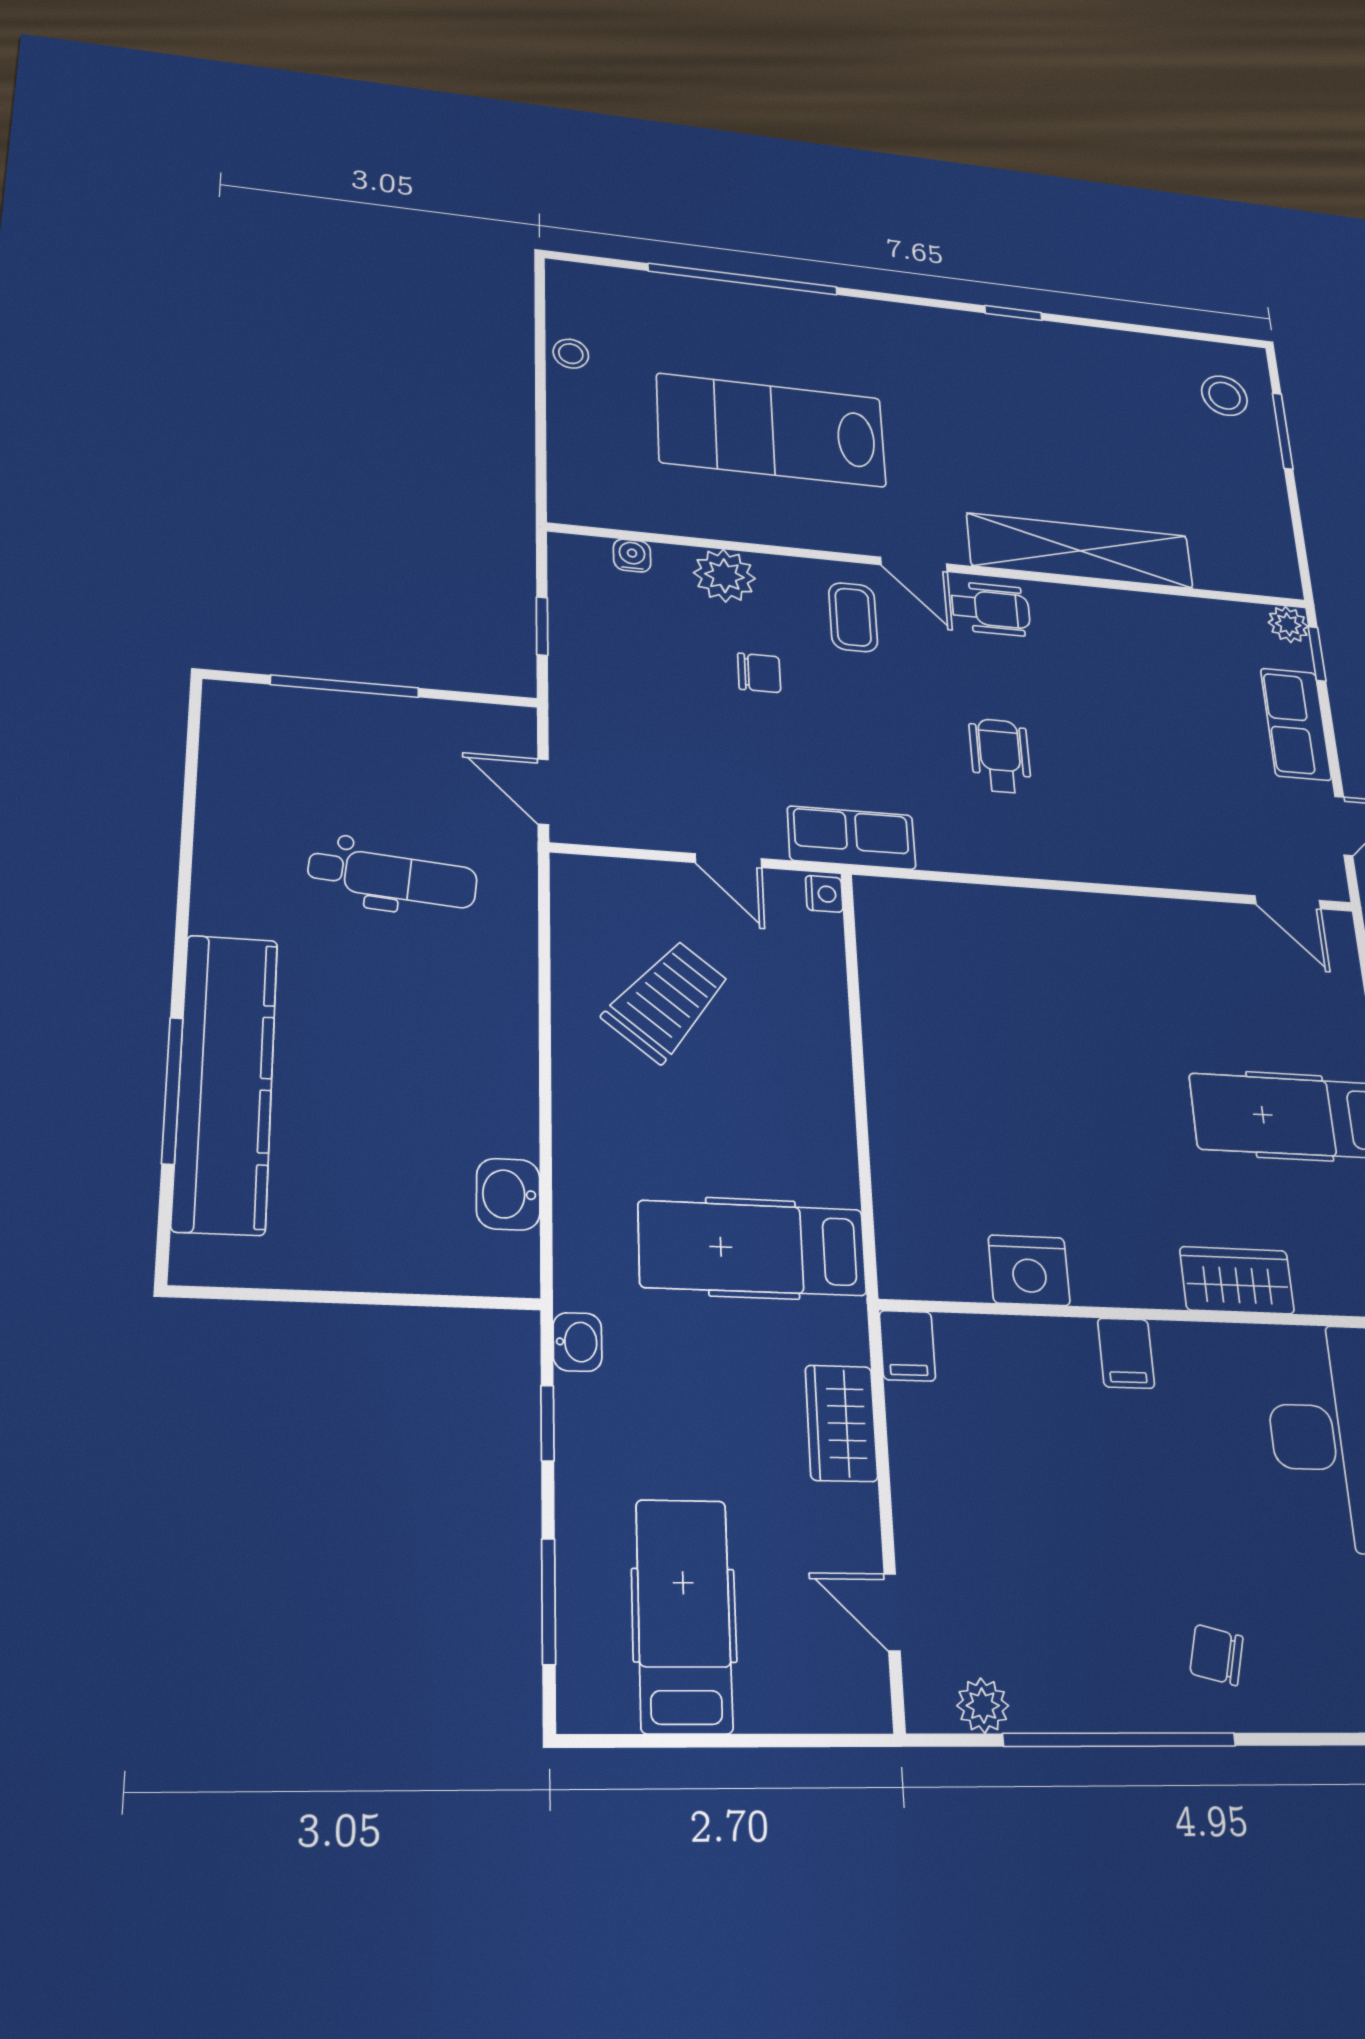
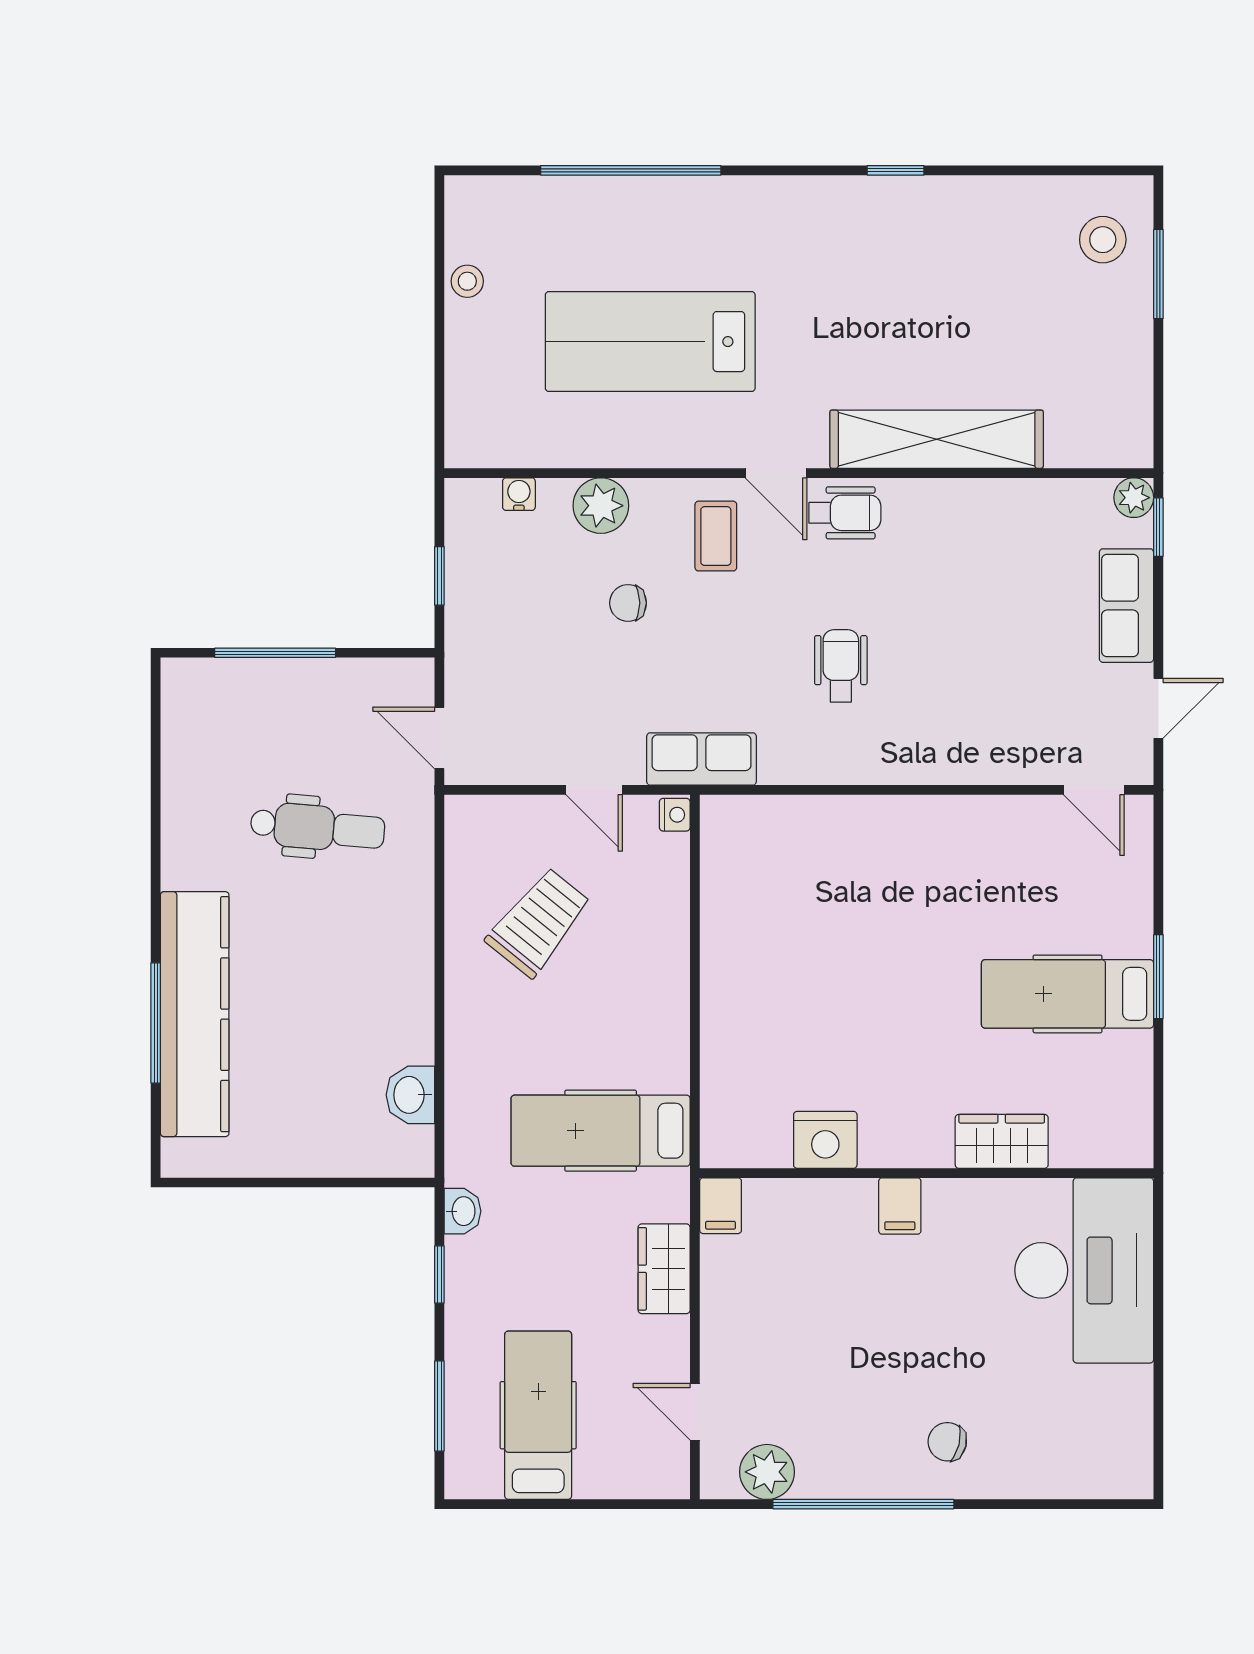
chair: (759, 673) -> (628, 603), turned 180
plant: (983, 1706) -> (767, 1472), width x1.38, depth x1.38

